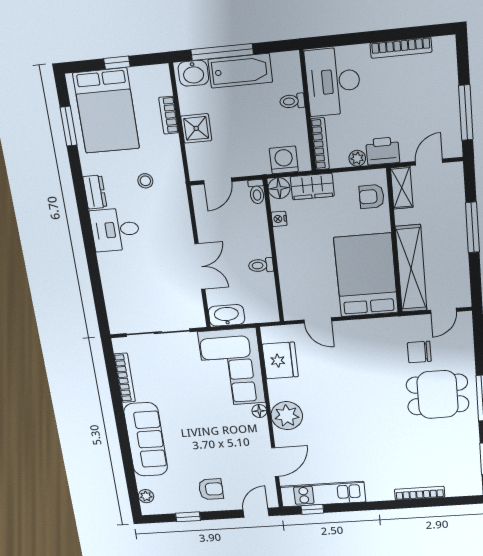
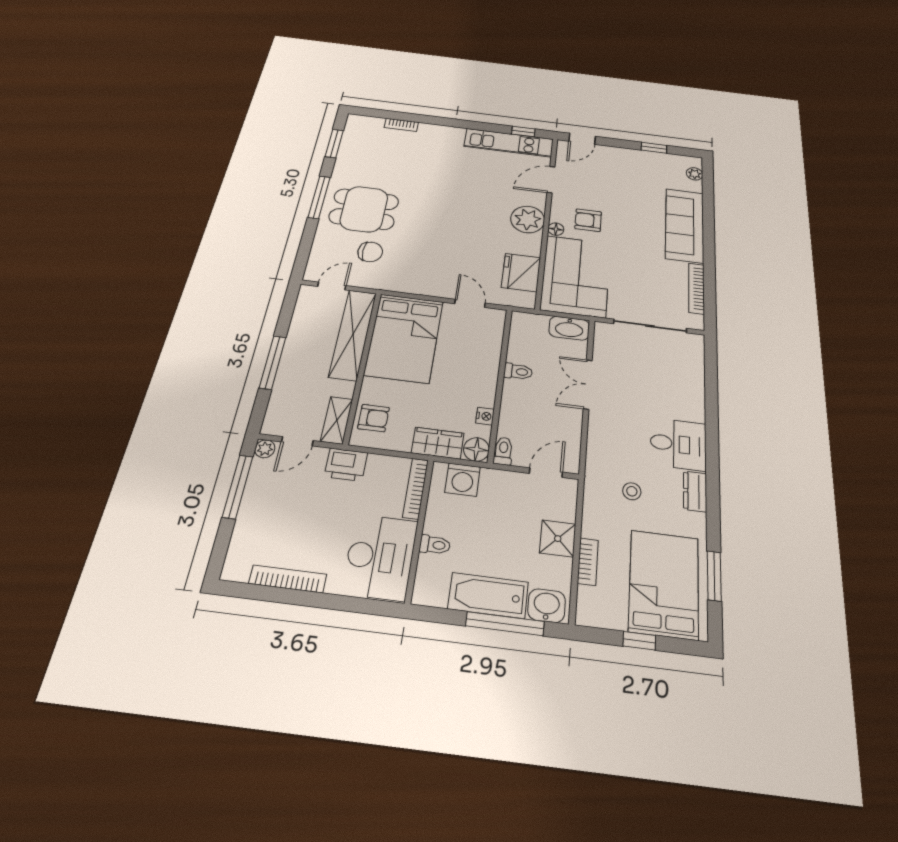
plant: (357, 158) -> (265, 449), moved
armchair: (211, 489) -> (588, 220), moved
bookcase: (420, 493) -> (401, 125), width x0.64

